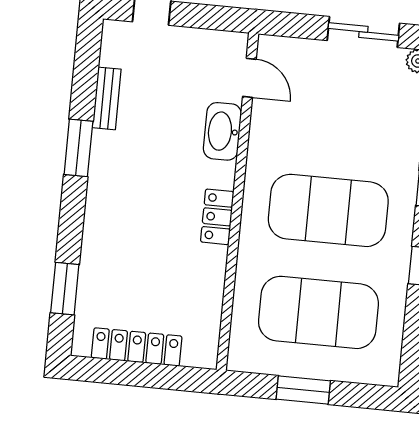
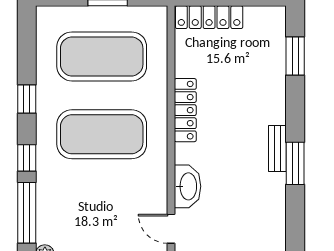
bench: (107, 98) -> (277, 148), moved
locker: (217, 217) -> (185, 110), width x1.53
locker: (137, 347) -> (209, 17), moved

